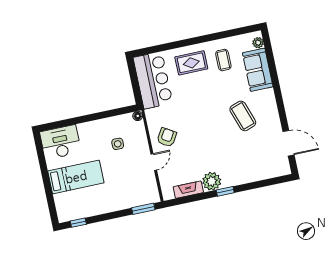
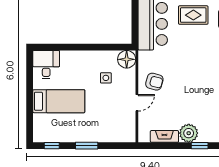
floor lamp: (138, 116) -> (127, 59), width x1.89, depth x1.89
armchair: (167, 137) -> (154, 82), turned 74
desk: (60, 142) -> (46, 65), width x0.73
window: (143, 209) -> (87, 146), moved

